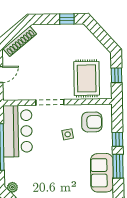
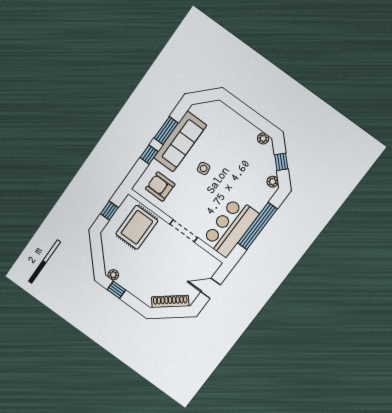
plant: (78, 29) -> (113, 275), added
side table: (68, 134) -> (204, 168), moved
sofa: (102, 173) -> (180, 141), width x1.36

